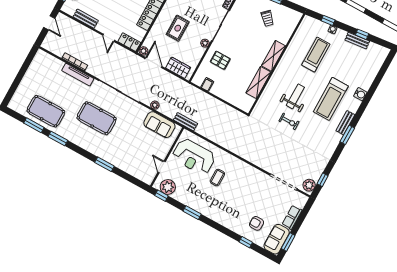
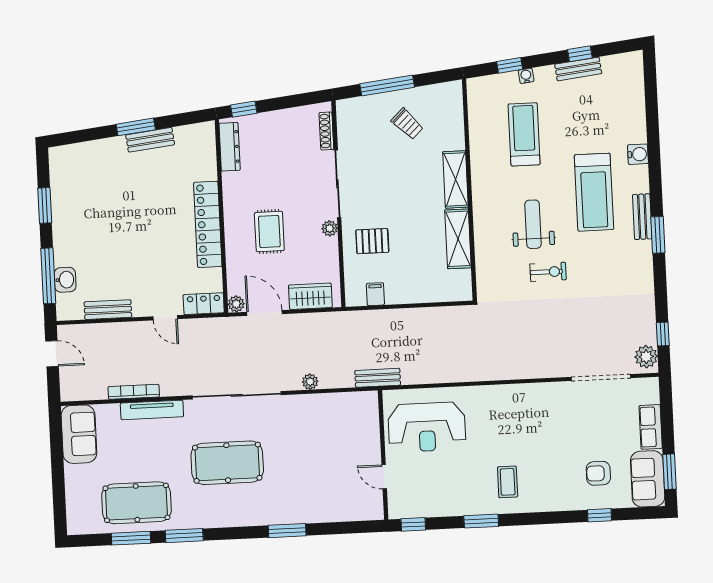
sofa: (159, 125) -> (79, 434), moved, turned -90
coffee table: (217, 178) -> (508, 482), moved
plant: (168, 187) -> (415, 504), removed

